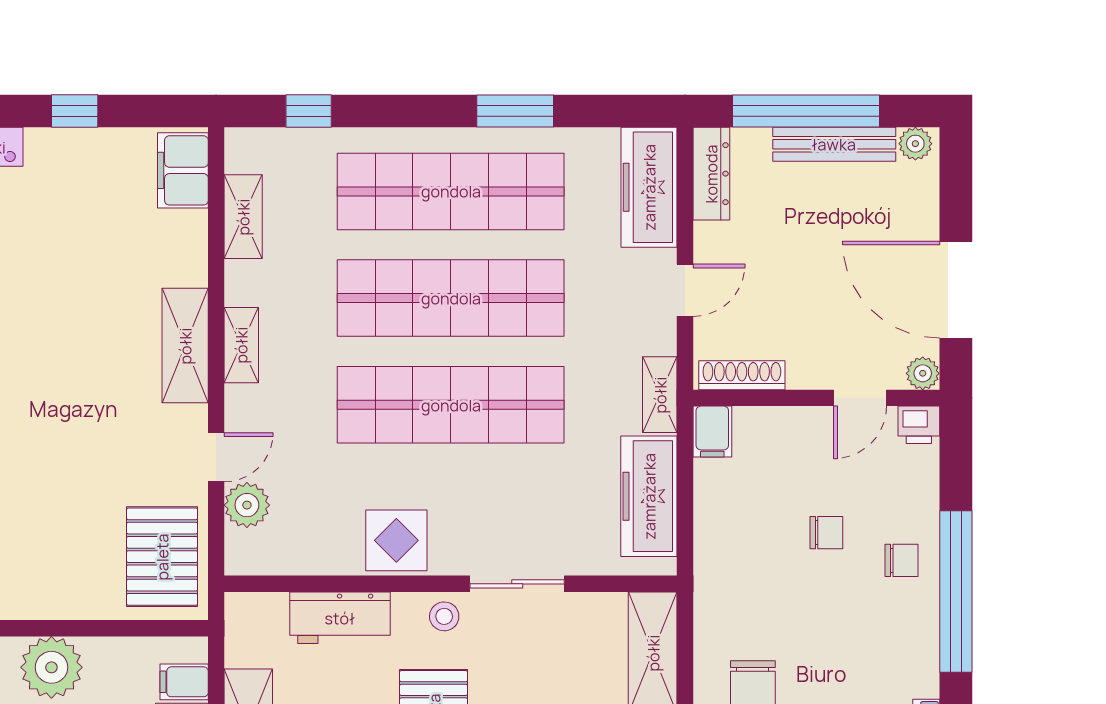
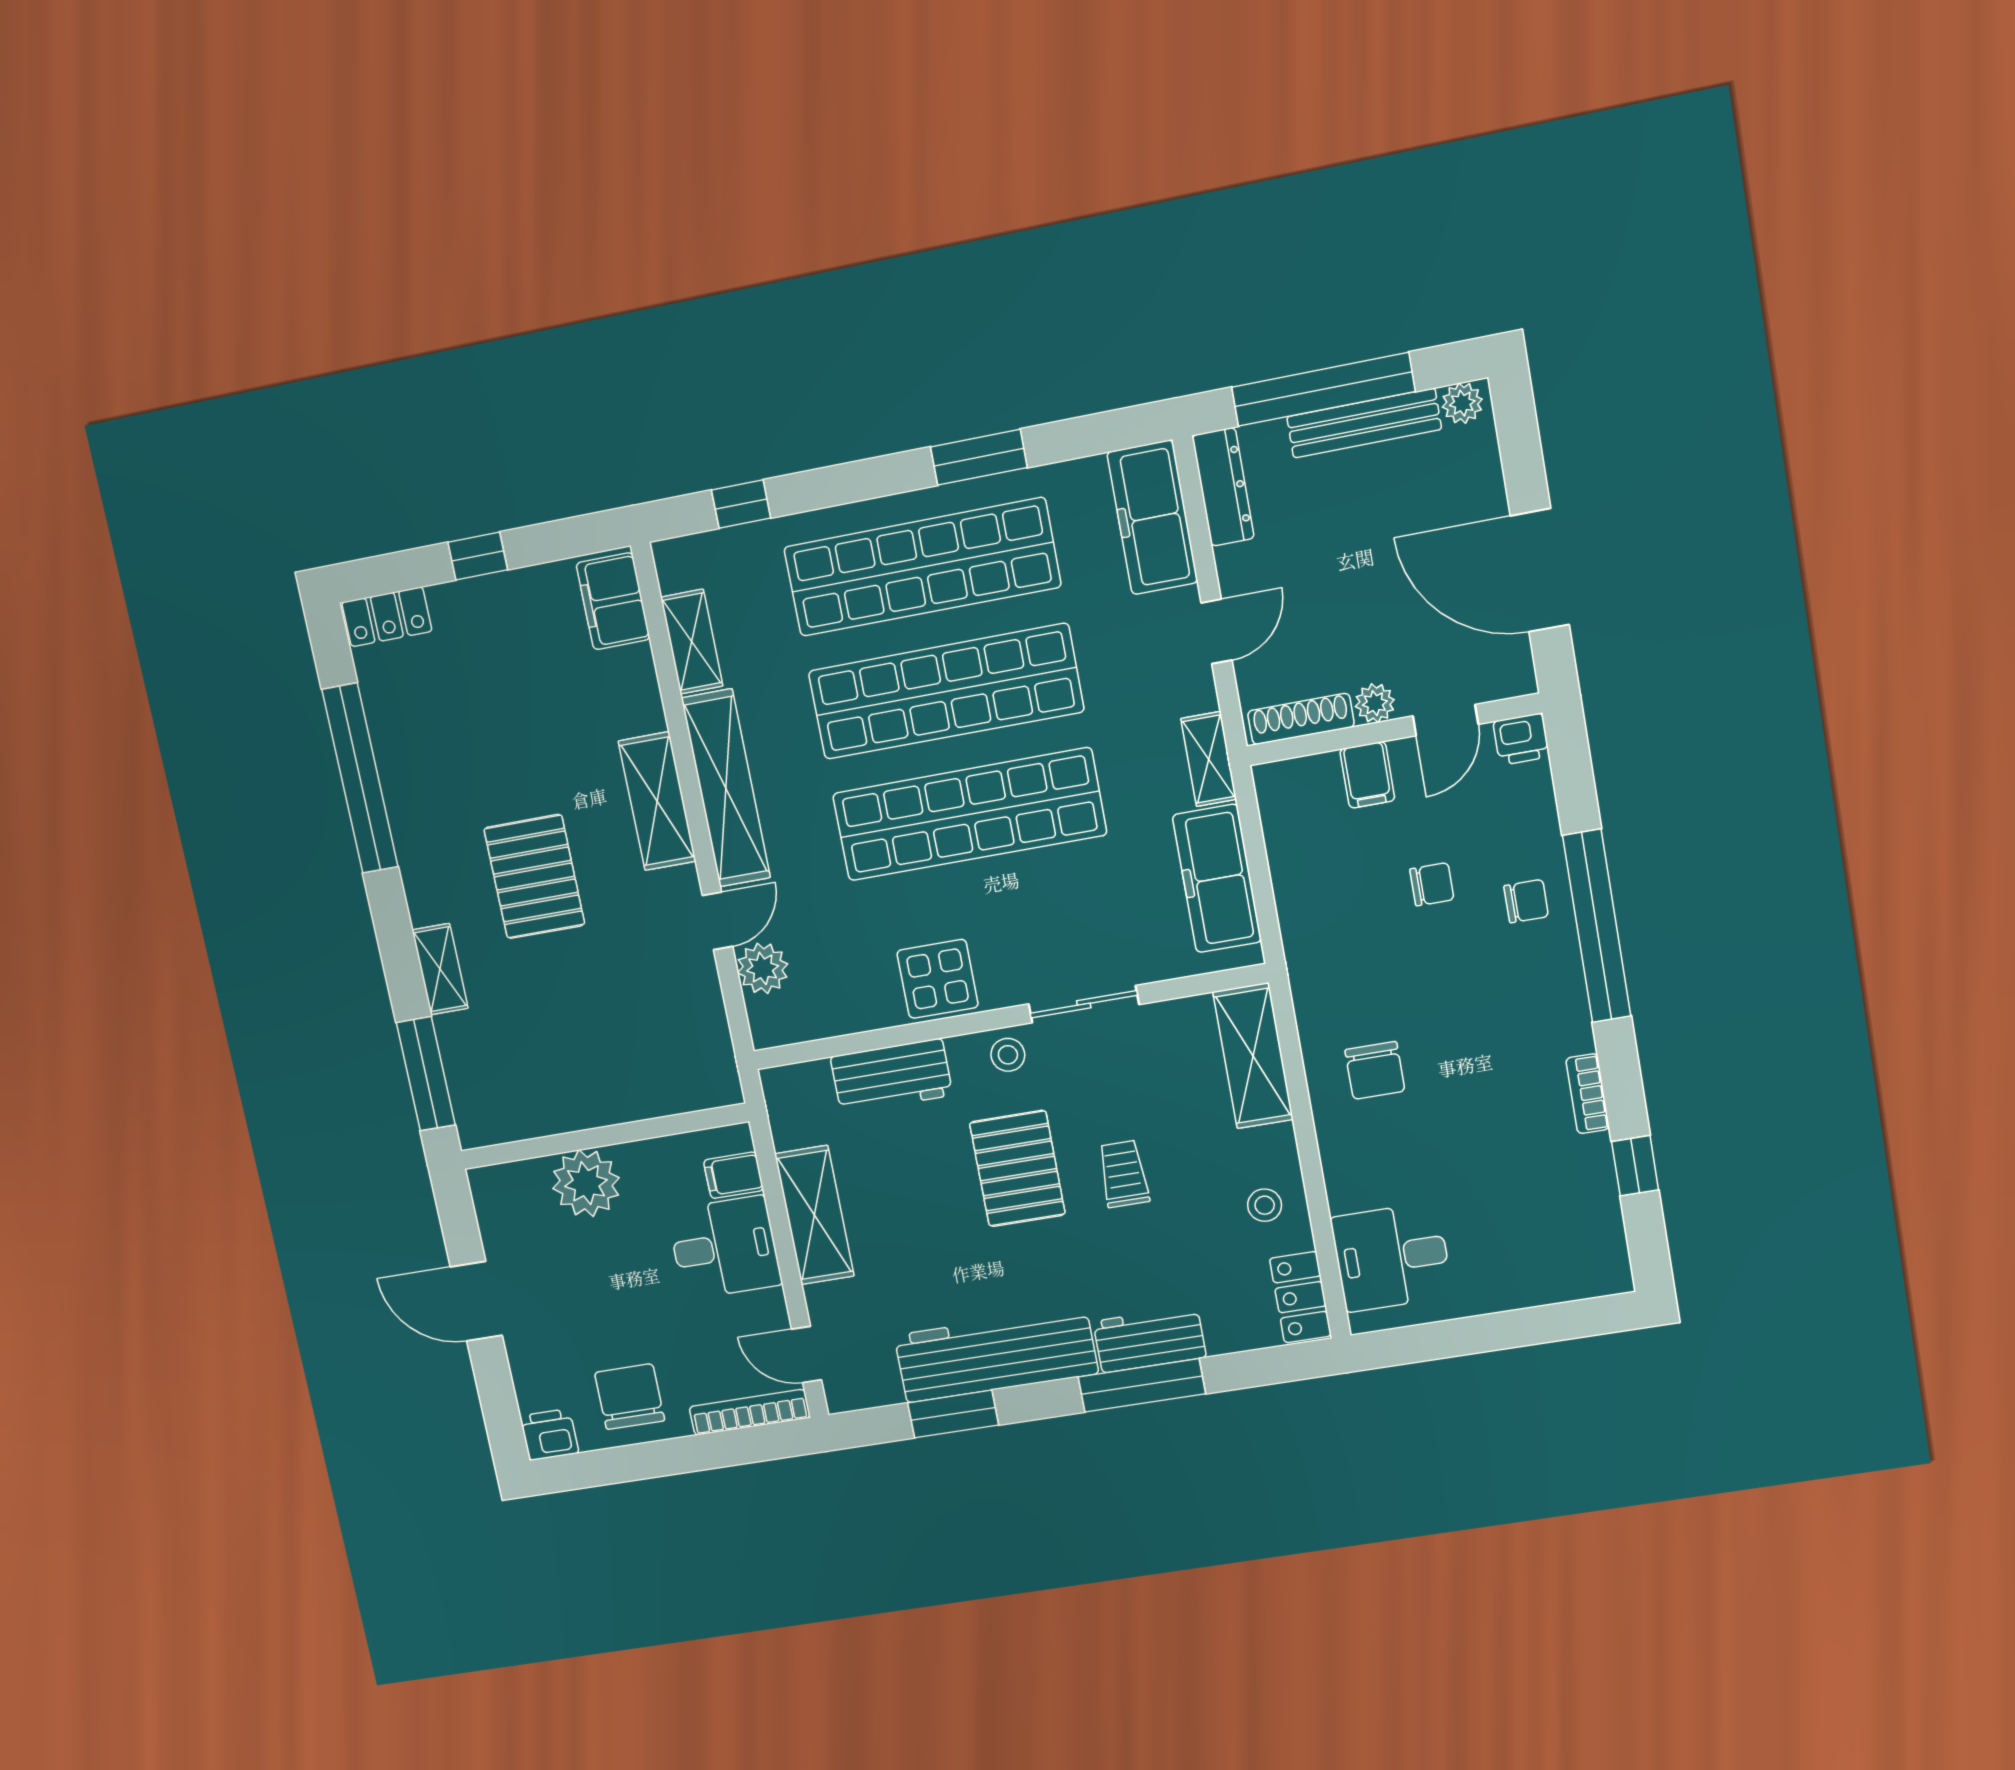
shelving: (241, 345) -> (726, 788), width x2.20, depth x1.33
plant: (923, 373) -> (1375, 703), moved
filing cabinet: (712, 432) -> (1367, 775), moved
pallet: (162, 557) -> (534, 877), moved

